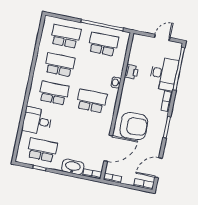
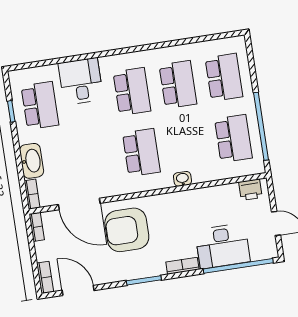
printer: (131, 72) -> (250, 190), moved
armchair: (134, 126) -> (127, 230), turned 93

